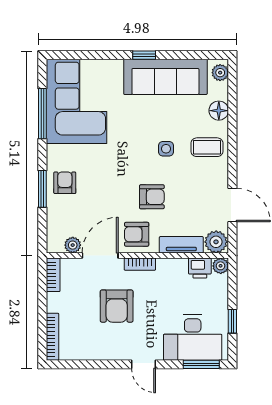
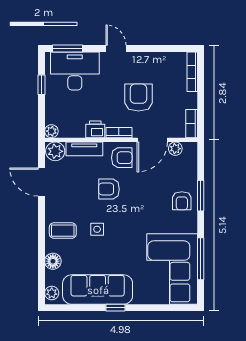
printer: (200, 268) -> (95, 129), moved

